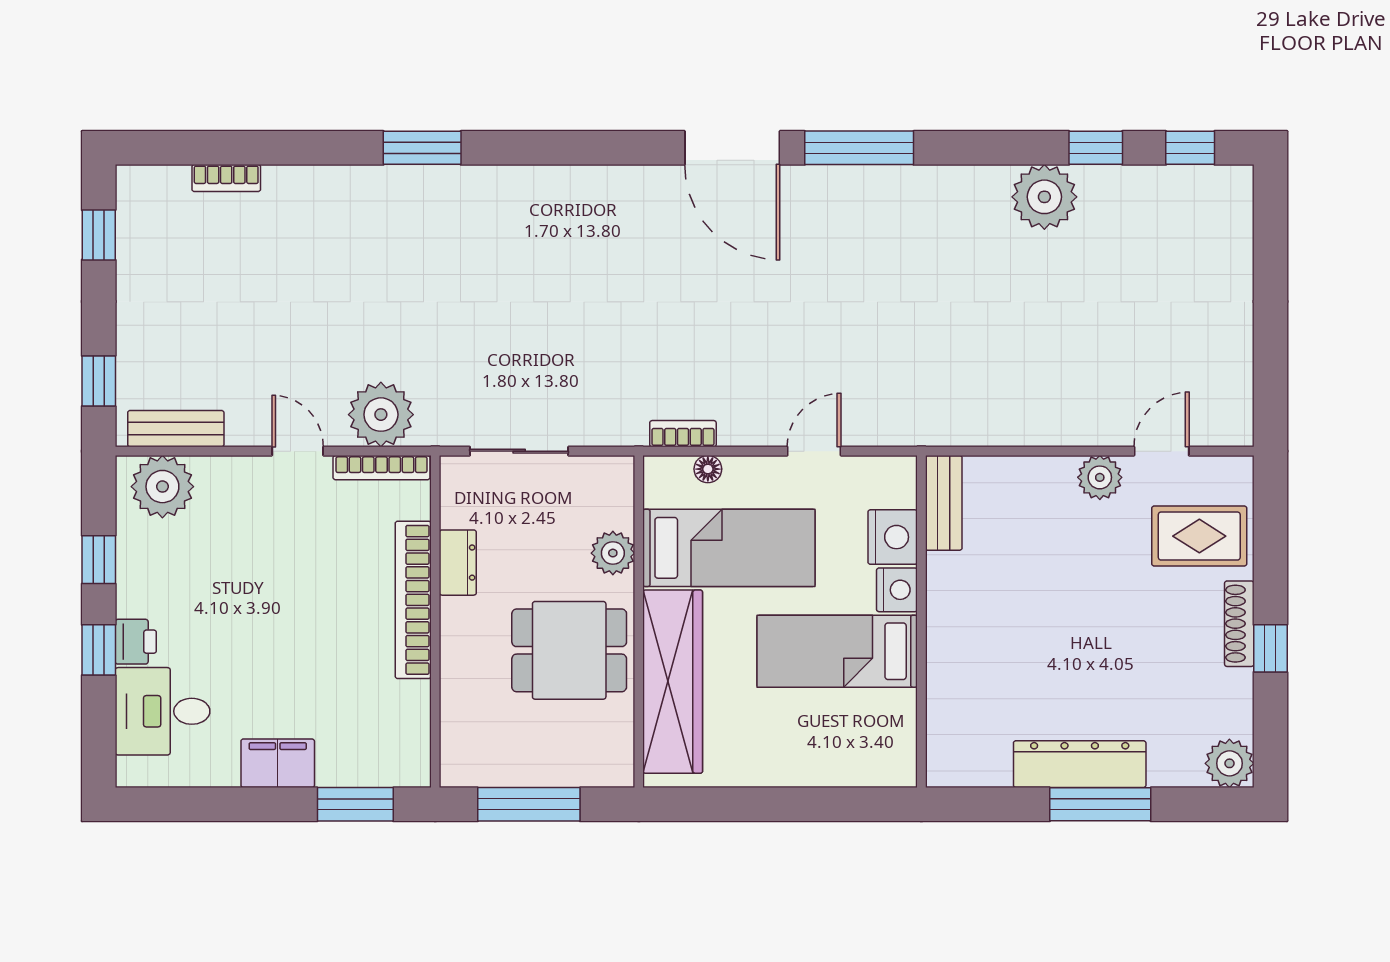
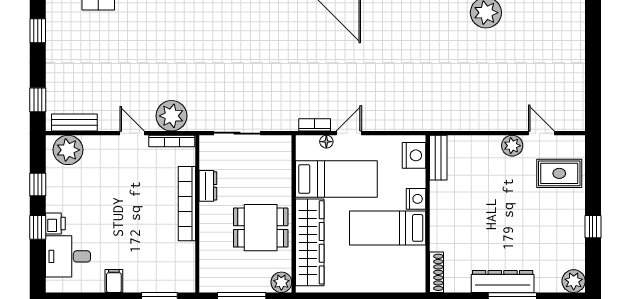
door: (814, 451) -> (349, 133), moved
door: (1162, 451) -> (541, 133), hinge flipped
nightstand: (893, 537) -> (414, 155), moved
plant: (613, 553) -> (281, 282), moved
shoe rack: (1239, 624) -> (436, 272), moved, turned 180
filing cabinet: (278, 763) -> (114, 281), width x0.50

